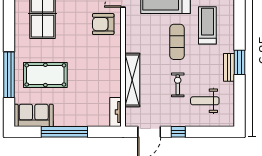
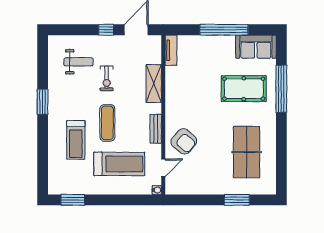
armchair: (103, 24) -> (184, 141), turned 40
bench: (229, 67) -> (156, 129), moved
shelving: (132, 80) -> (154, 83), width x0.68

